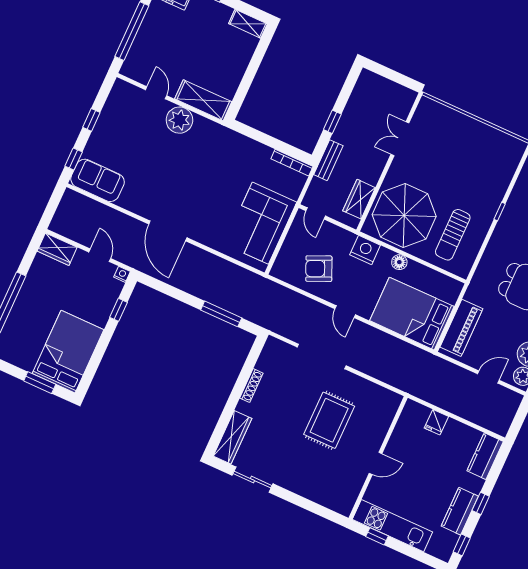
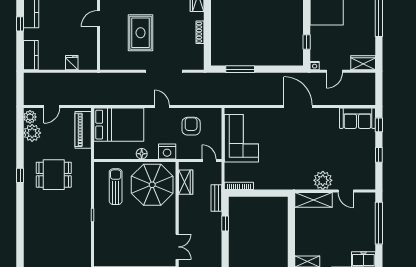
double door: (400, 139) -> (177, 247), moved
door: (100, 255) -> (334, 71), hinge flipped
armchair: (319, 269) -> (191, 126), turned -66

